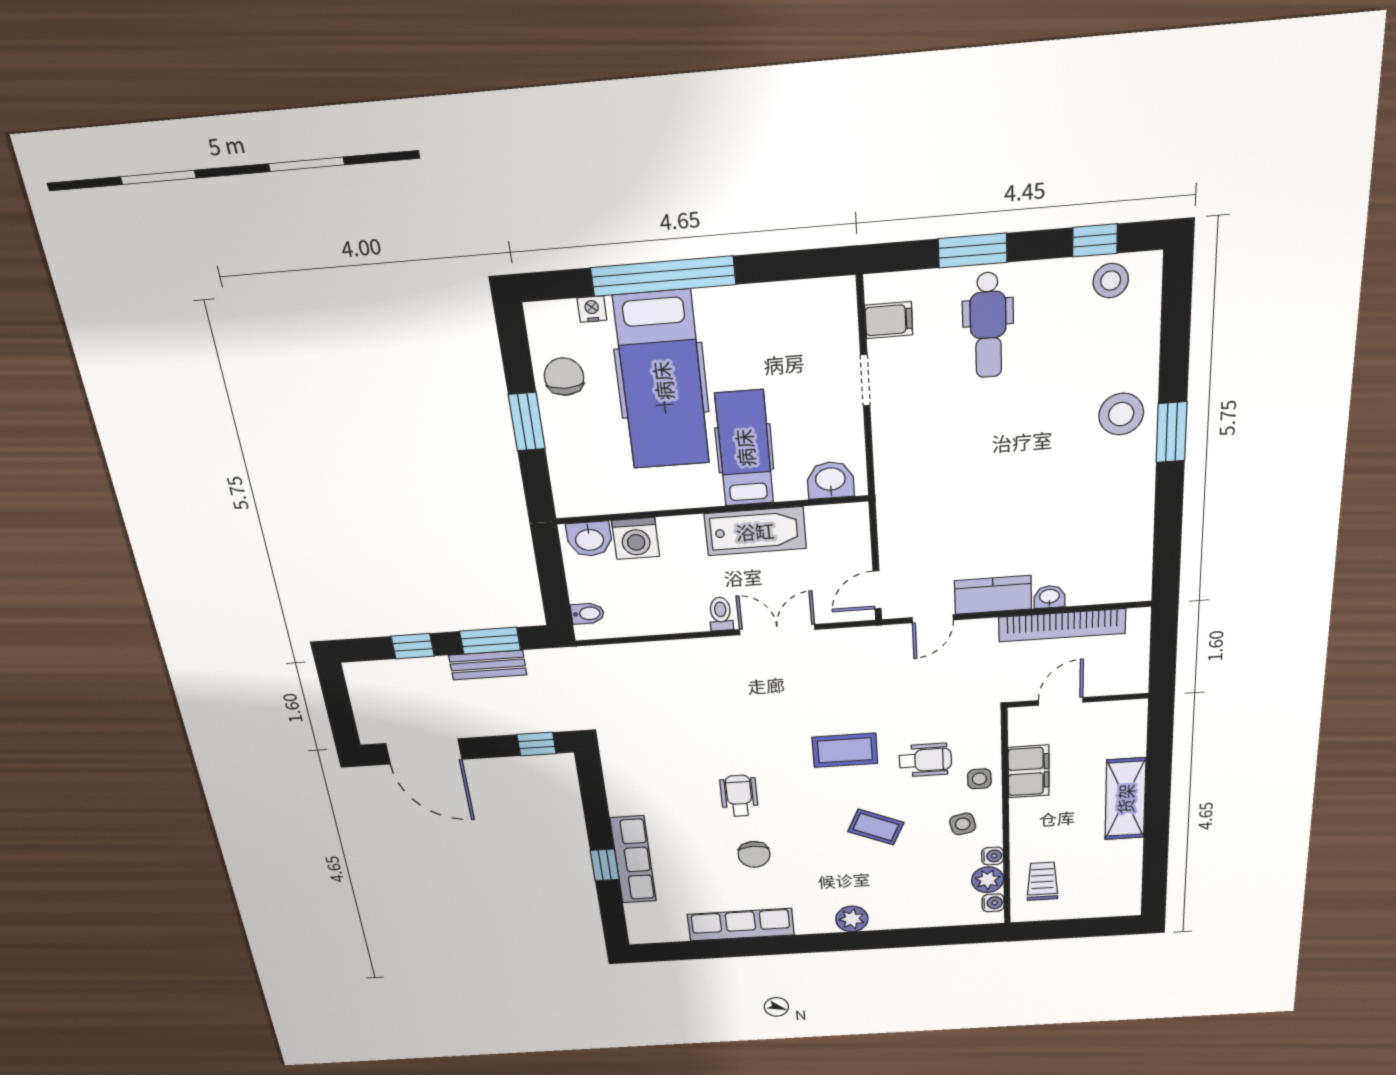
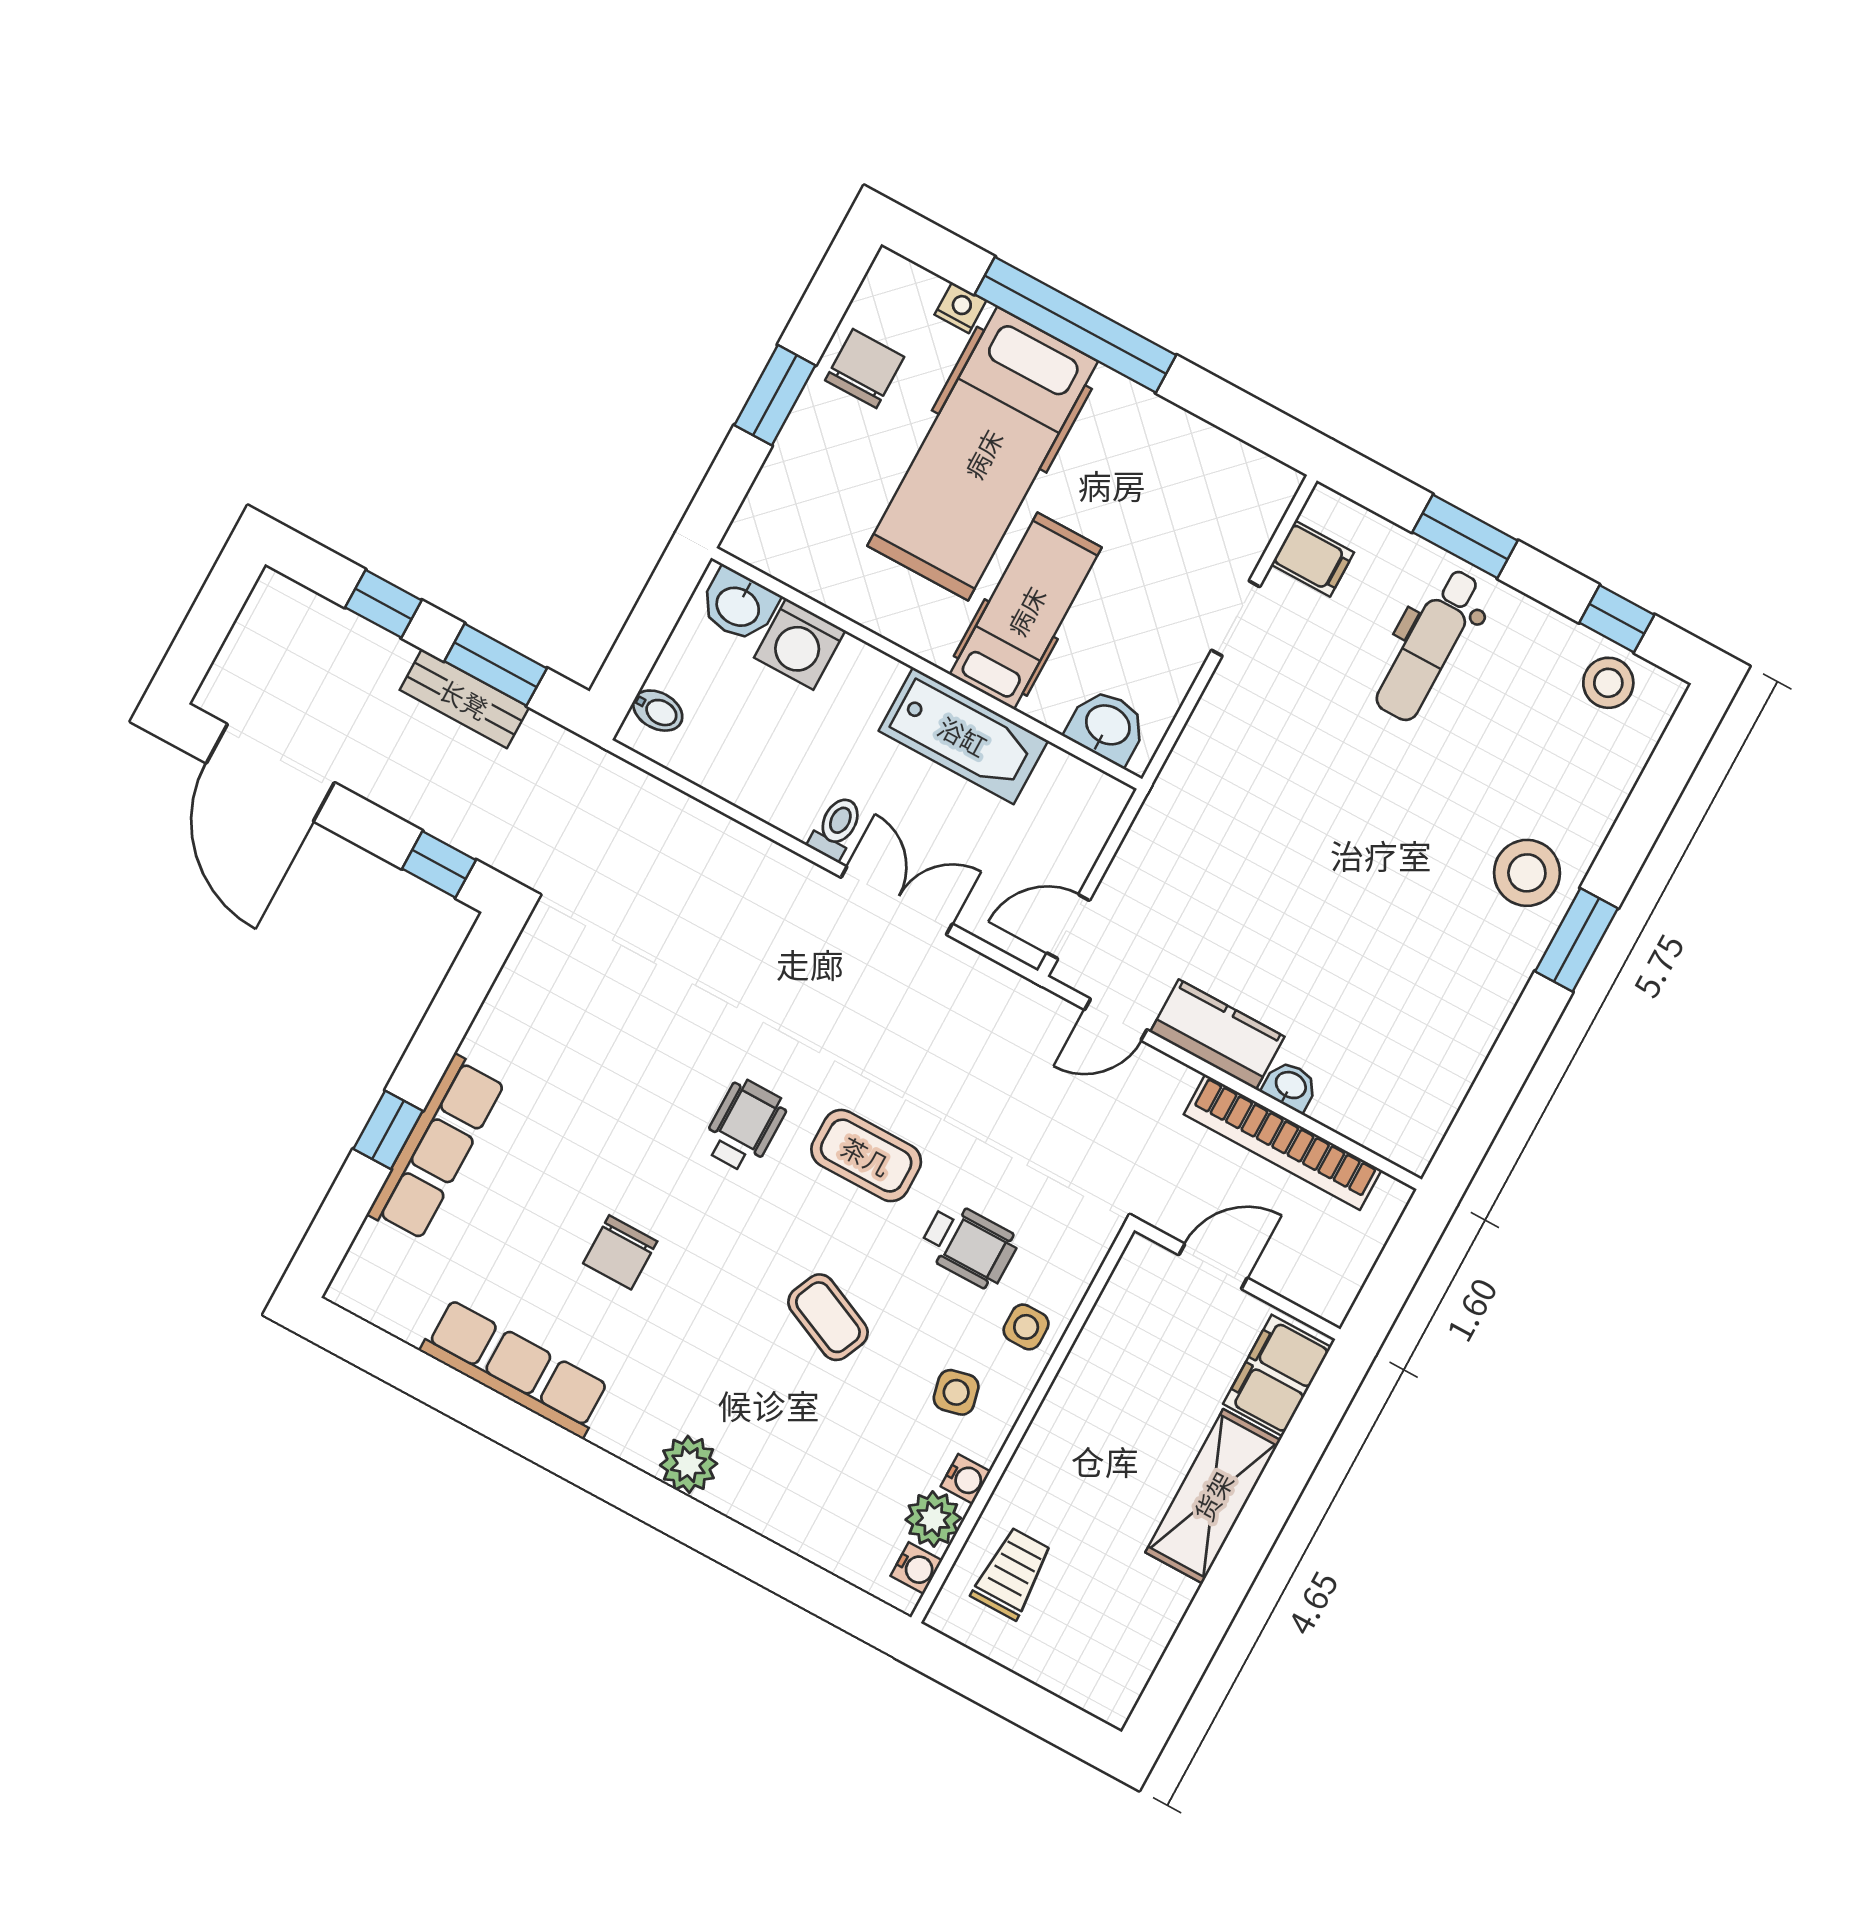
filing cabinet: (1029, 771) -> (1277, 1375), moved, turned 180
wheelchair: (739, 796) -> (744, 1126), moved

